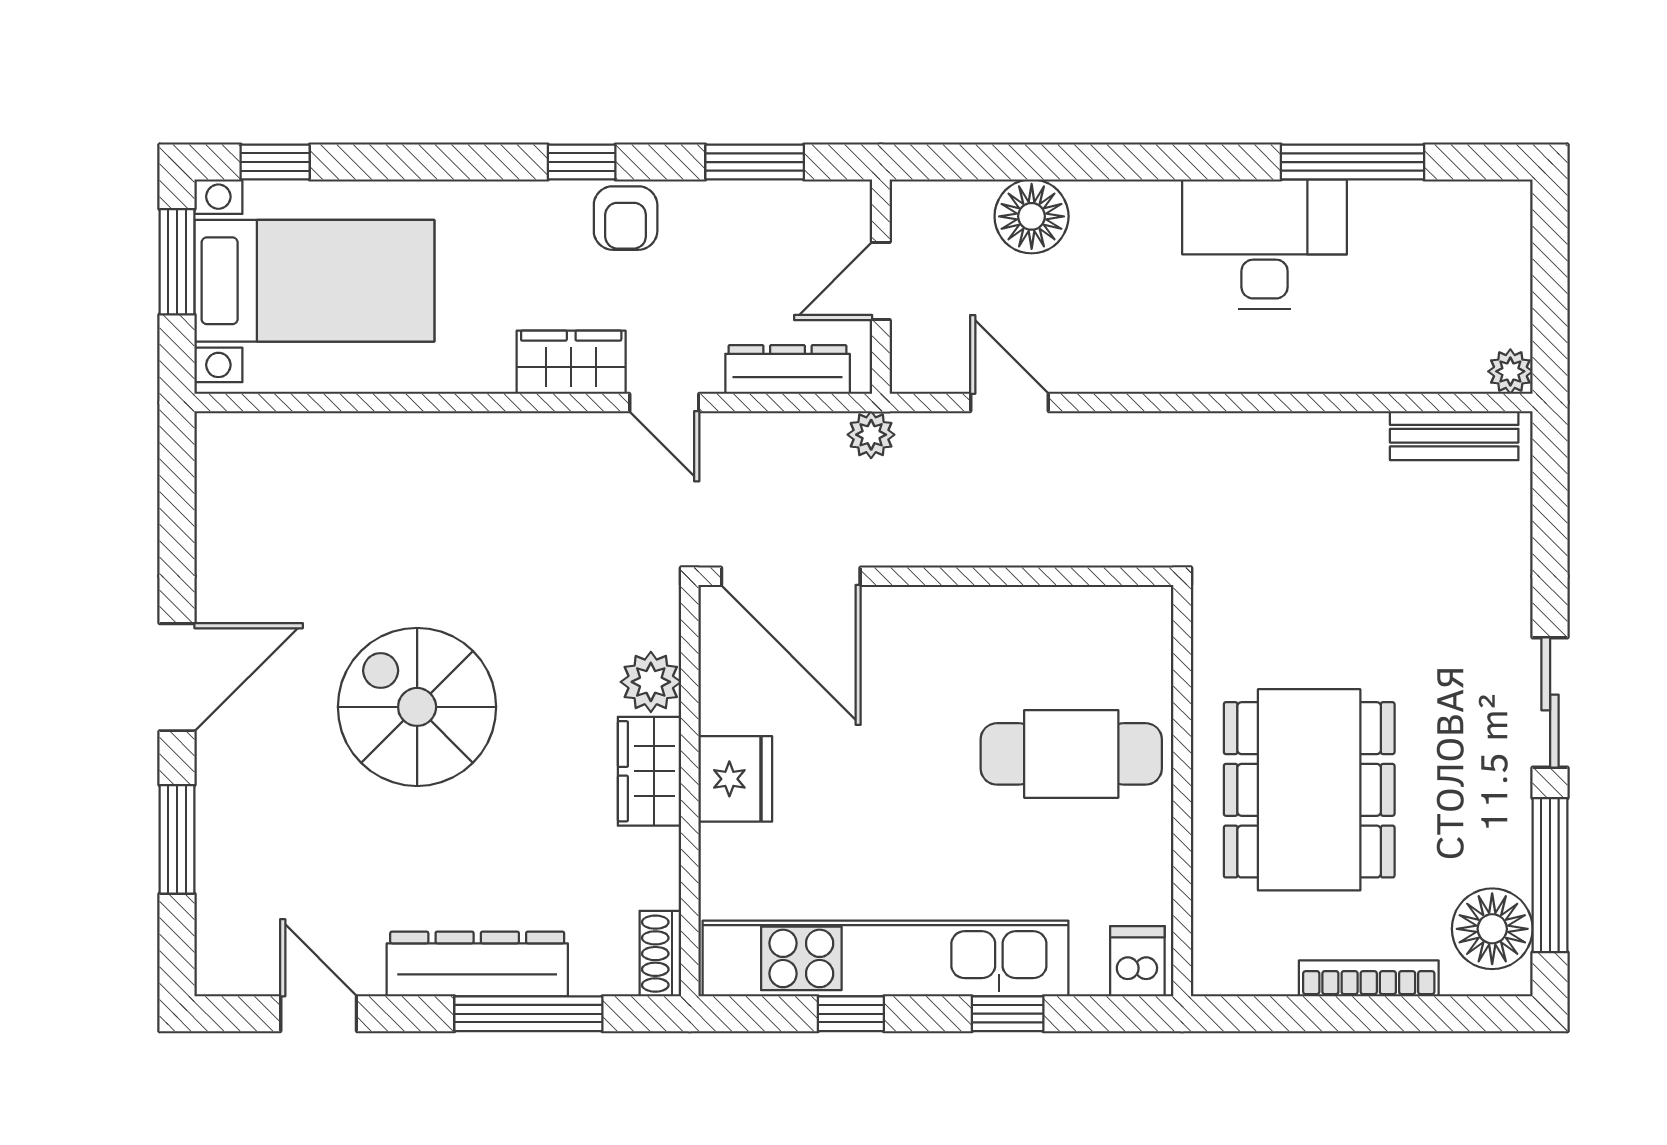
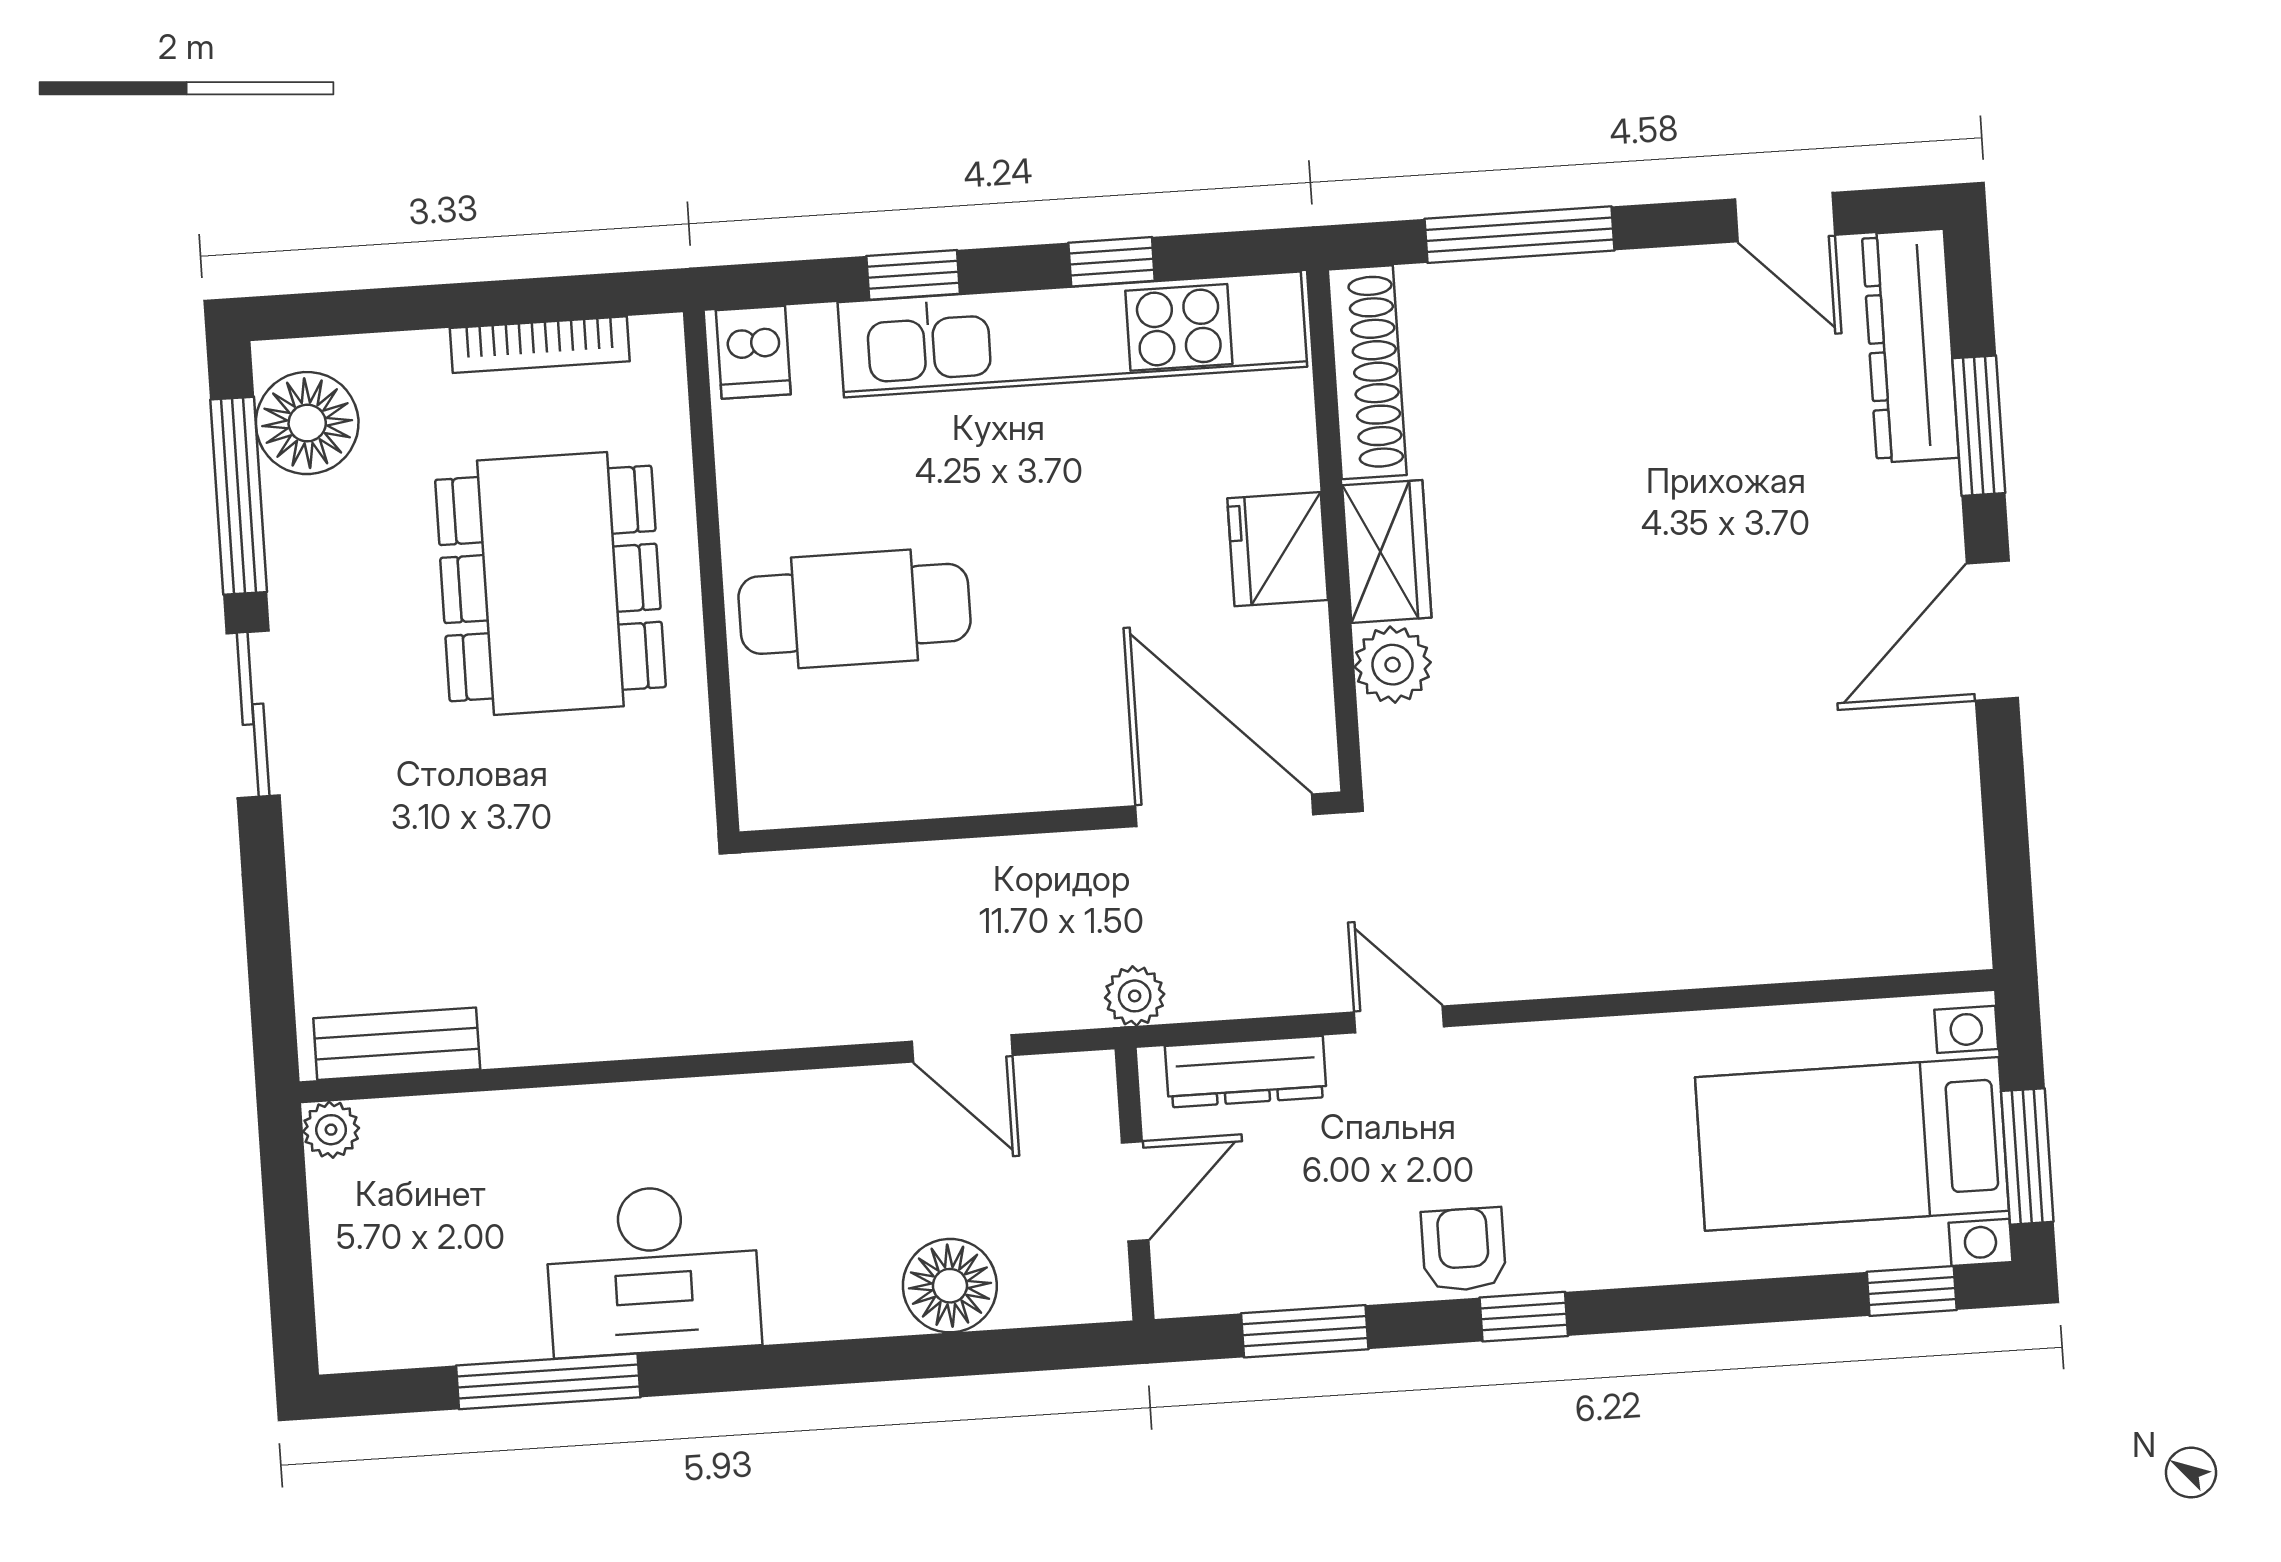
wardrobe: (571, 362) -> (1520, 1063), removed
spiral stairs: (417, 707) -> (1686, 613), removed
shoe rack: (660, 954) -> (1367, 372), width x1.94, depth x1.24
dresser: (477, 964) -> (1910, 346), moved, turned 90
bookcase: (1369, 978) -> (540, 345), moved

